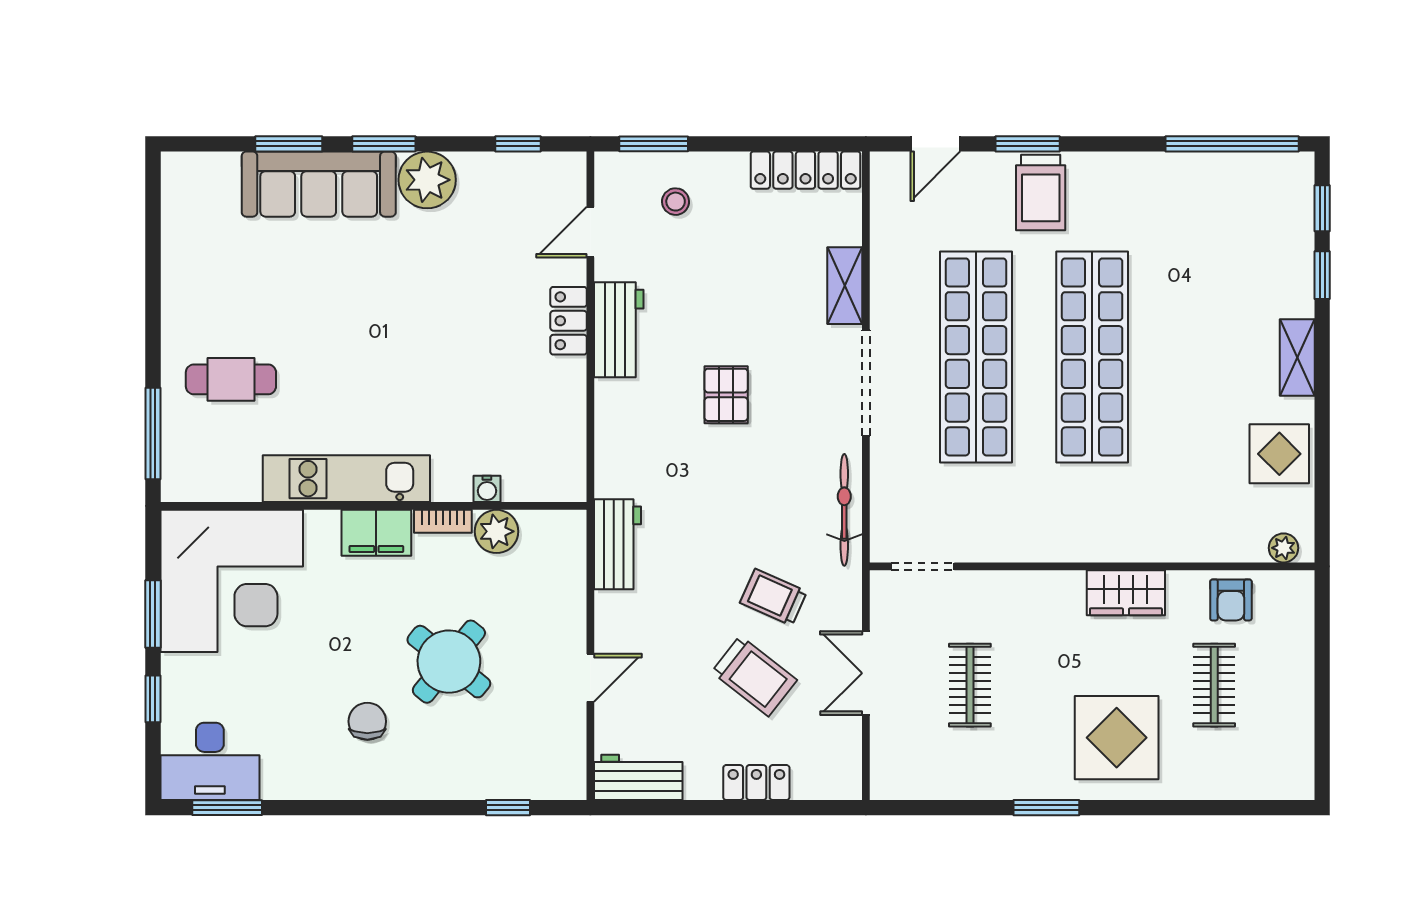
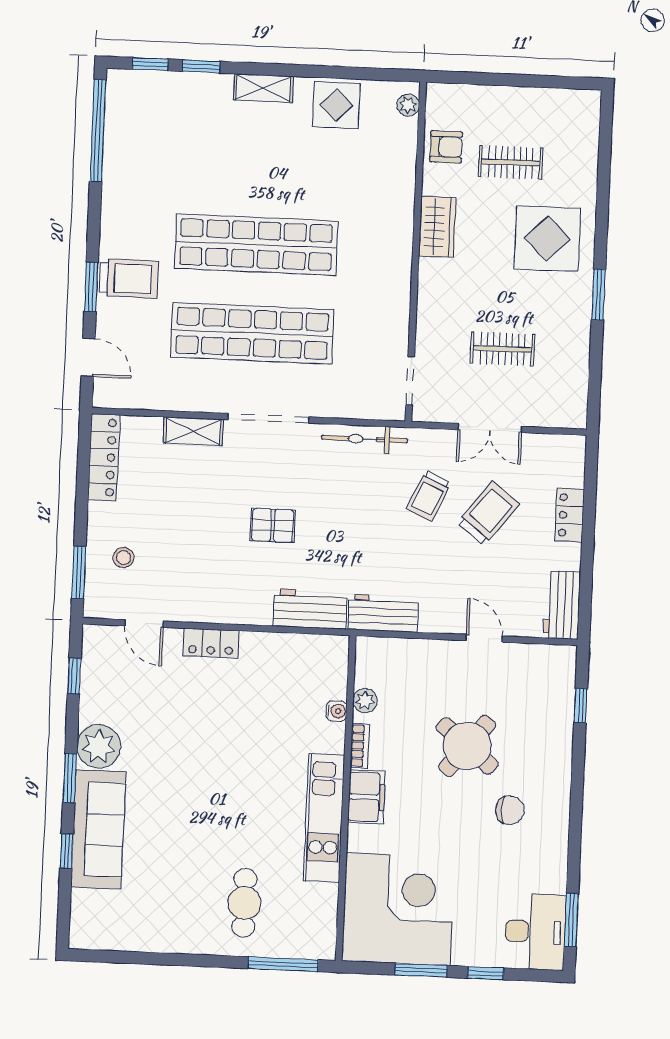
window: (289, 144) -> (67, 851), width x0.67
workbench: (619, 330) -> (310, 609), moved
plant: (496, 531) -> (365, 700), width x0.73, depth x0.73
chair: (367, 721) -> (510, 810), turned 180

